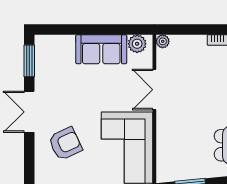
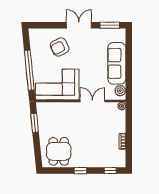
sofa: (101, 49) -> (117, 63), width x1.36
armchair: (65, 144) -> (60, 47), turned 89

